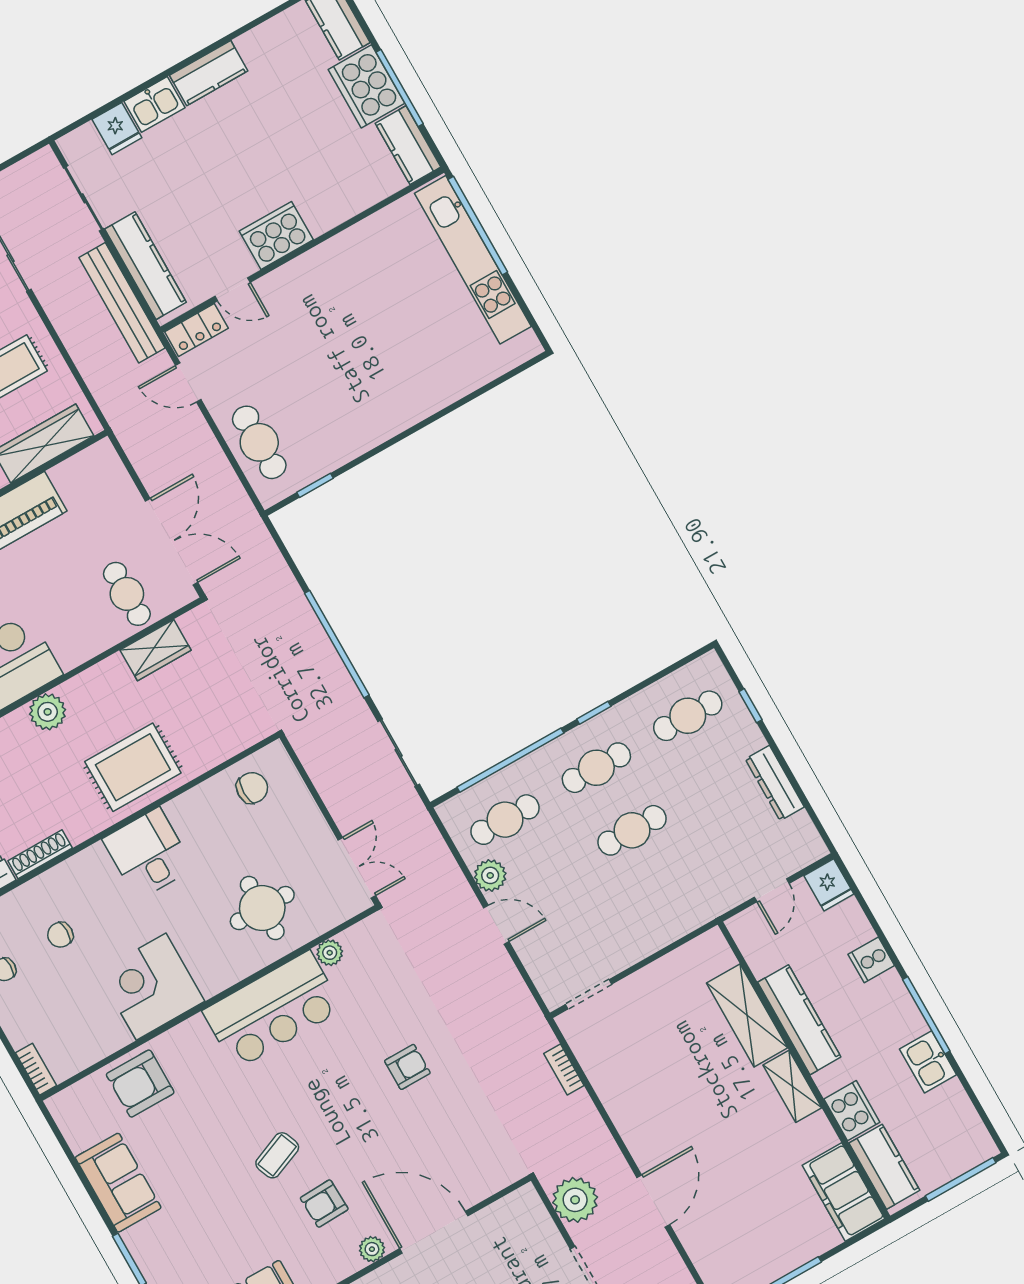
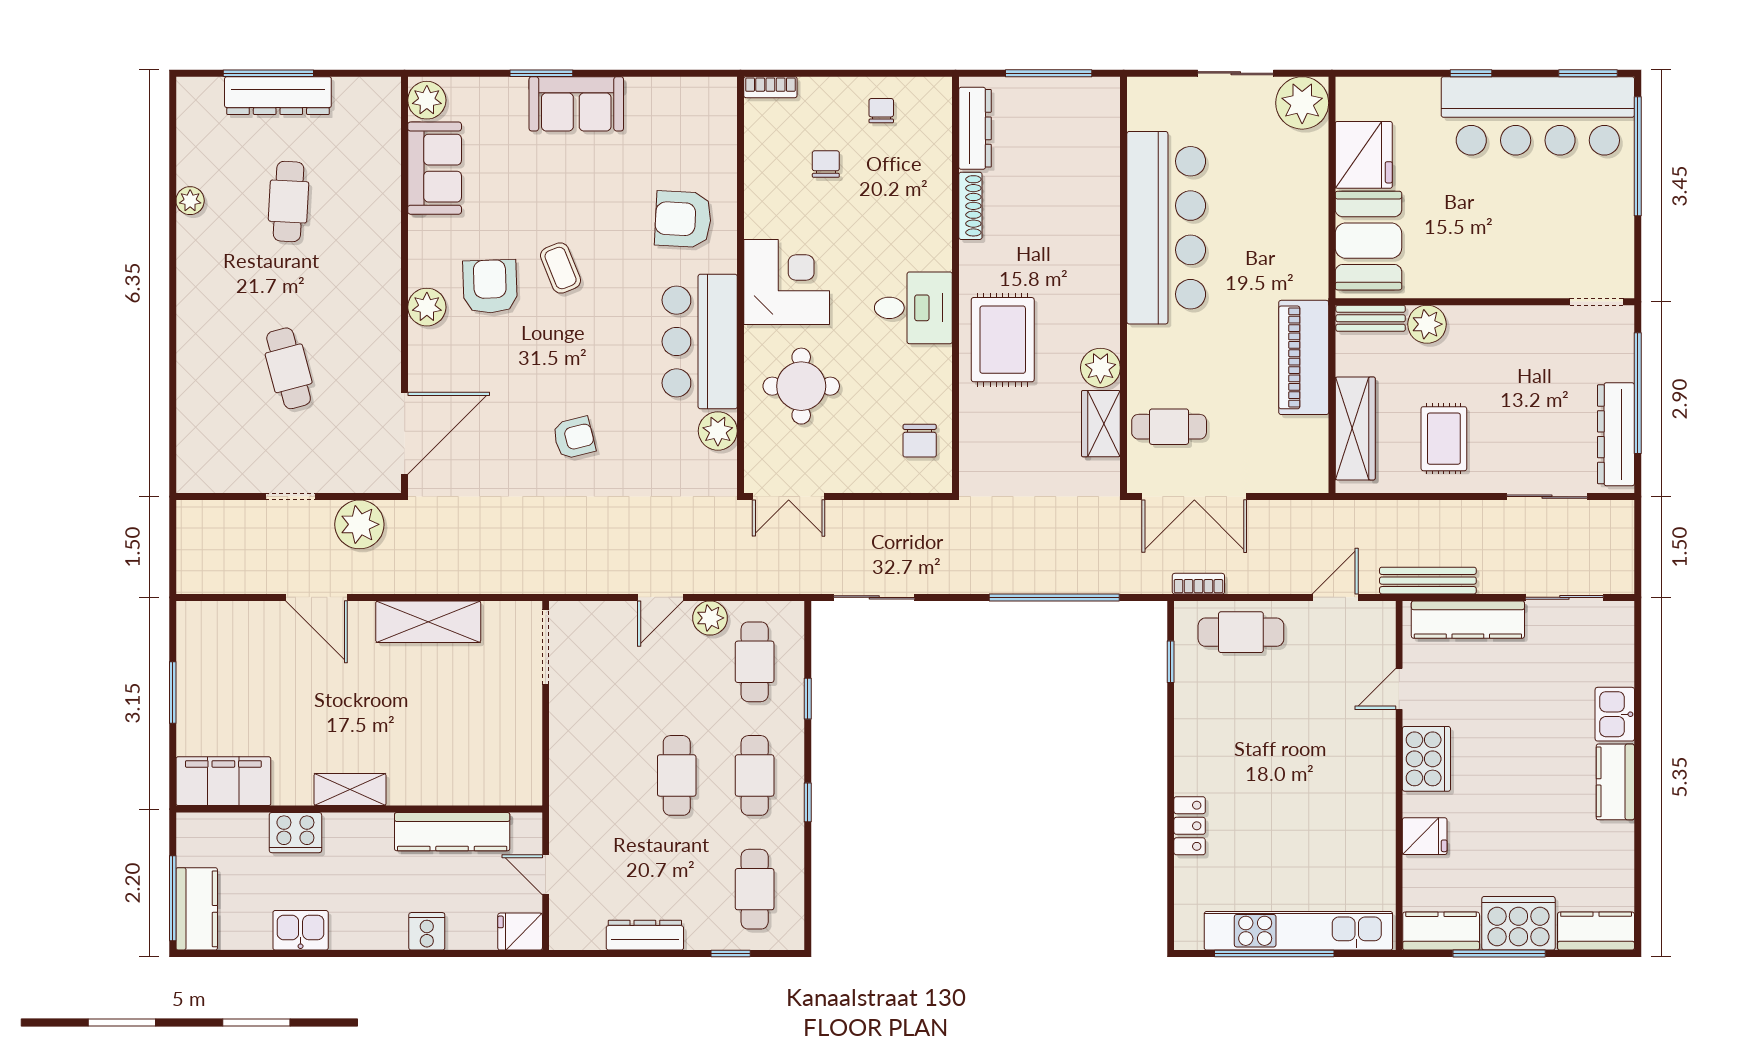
fridge: (117, 129) -> (1425, 836), moved, turned 180
window: (478, 226) -> (1274, 954), moved
bench: (122, 303) -> (1428, 581), width x0.73, depth x0.82
locker: (196, 330) -> (1190, 826), moved, turned 180
window: (337, 644) -> (1054, 597), moved
plant: (48, 712) -> (1100, 368), moved
window: (510, 760) -> (808, 699), width x0.32
chair: (60, 935) -> (826, 164), moved
plant: (330, 953) -> (718, 431), width x1.38, depth x1.38
corner desk: (151, 987) -> (787, 282), moved
doorway: (589, 994) -> (546, 647), width x1.38
shelving: (747, 1015) -> (428, 622), moved
window: (926, 1015) -> (345, 954), removed
kitchen counter: (799, 1020) -> (452, 832), moved
armchair: (407, 1067) -> (574, 438), turned -104
bookcase: (564, 1070) -> (1198, 584), moved
armchair: (140, 1084) -> (683, 219), moved, turned -87
kitchen counter: (884, 1167) -> (197, 909), moved, turned -90
sofa: (118, 1183) -> (576, 104), moved
armchair: (324, 1204) -> (490, 286), width x1.38, depth x1.38
door: (434, 1232) -> (405, 433), moved
plant: (372, 1249) -> (427, 307), width x1.38, depth x1.38

